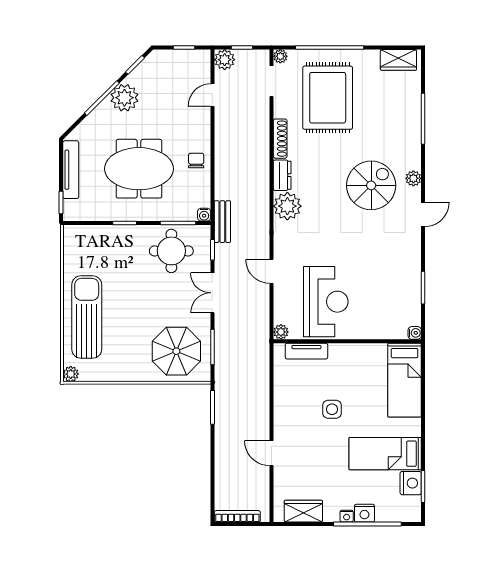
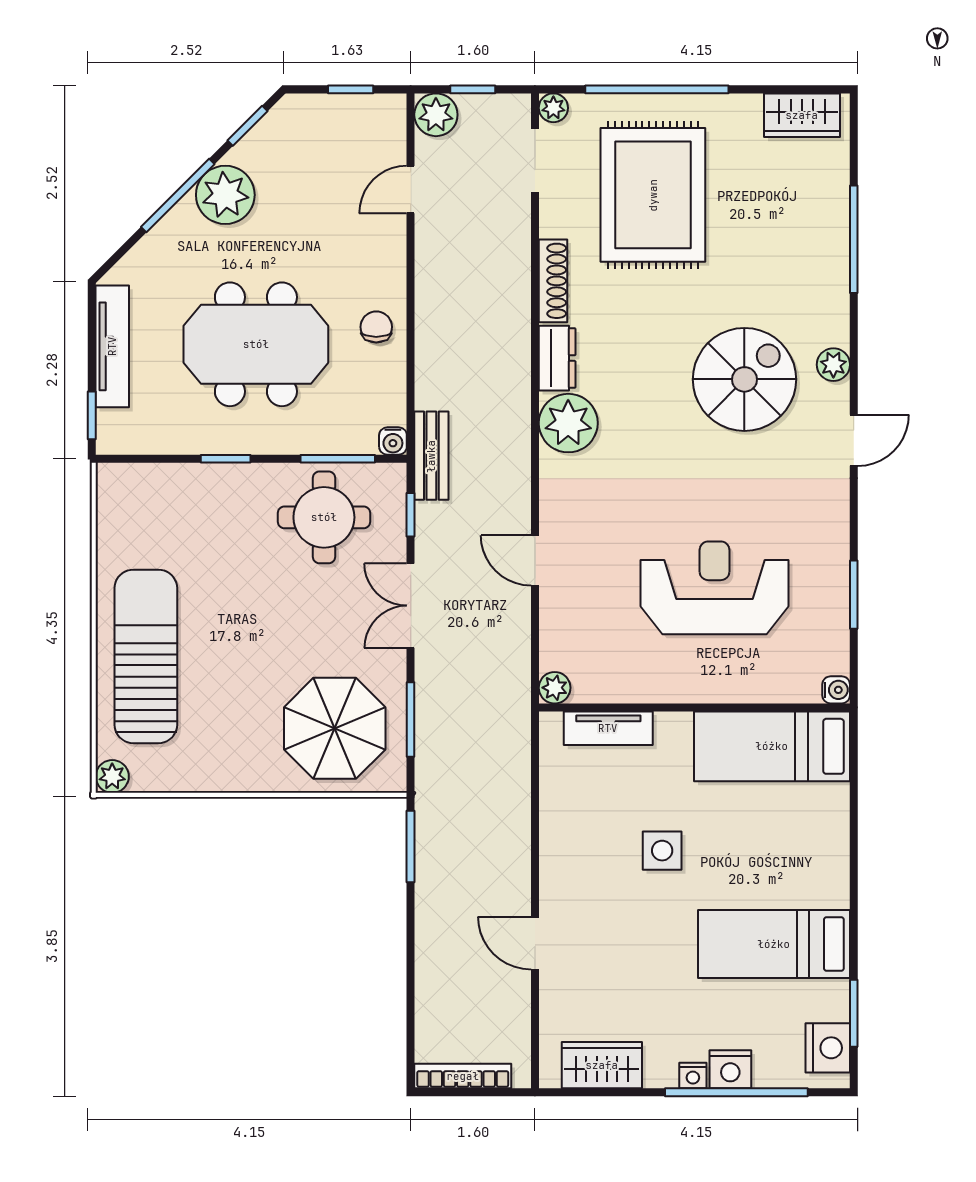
reception desk: (326, 302) -> (715, 588), moved, turned -90
bed: (405, 380) -> (772, 746), moved, turned 90
nightstand: (411, 483) -> (828, 1048), moved

